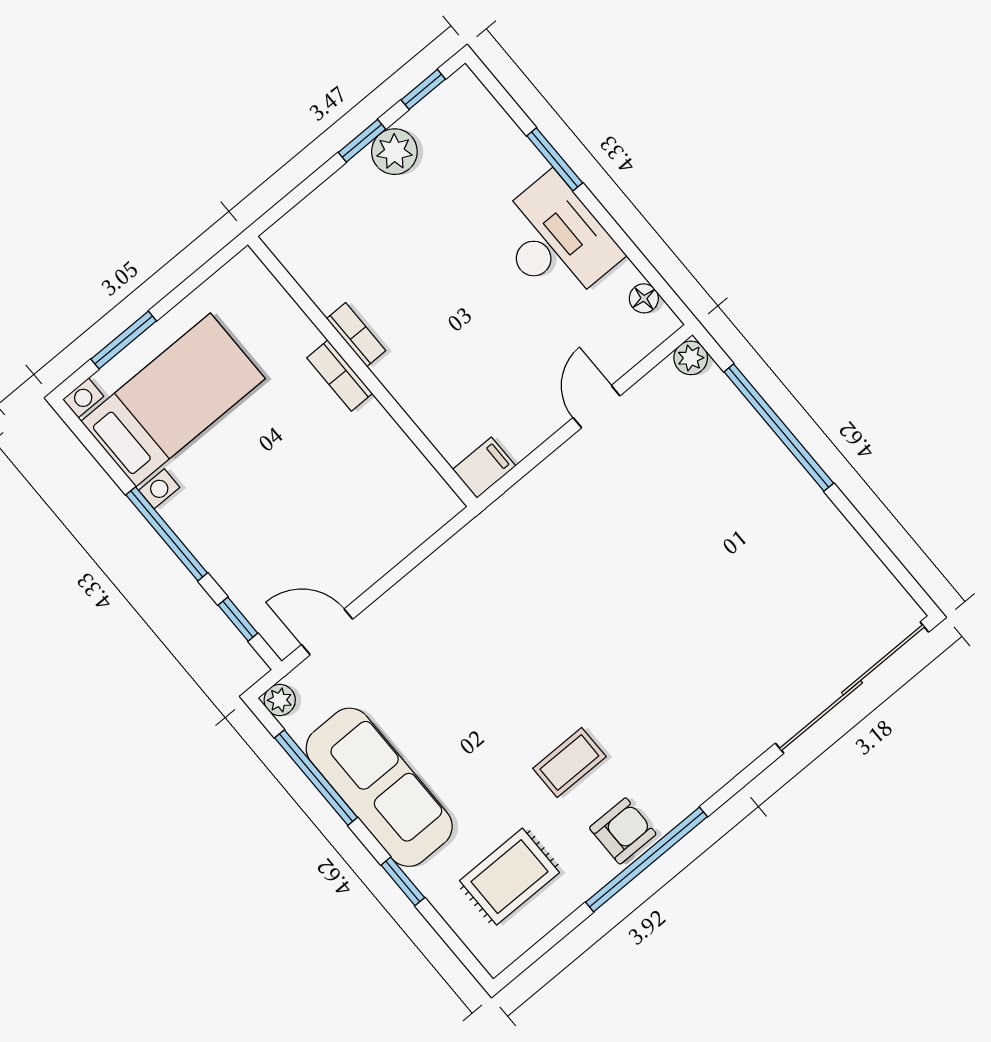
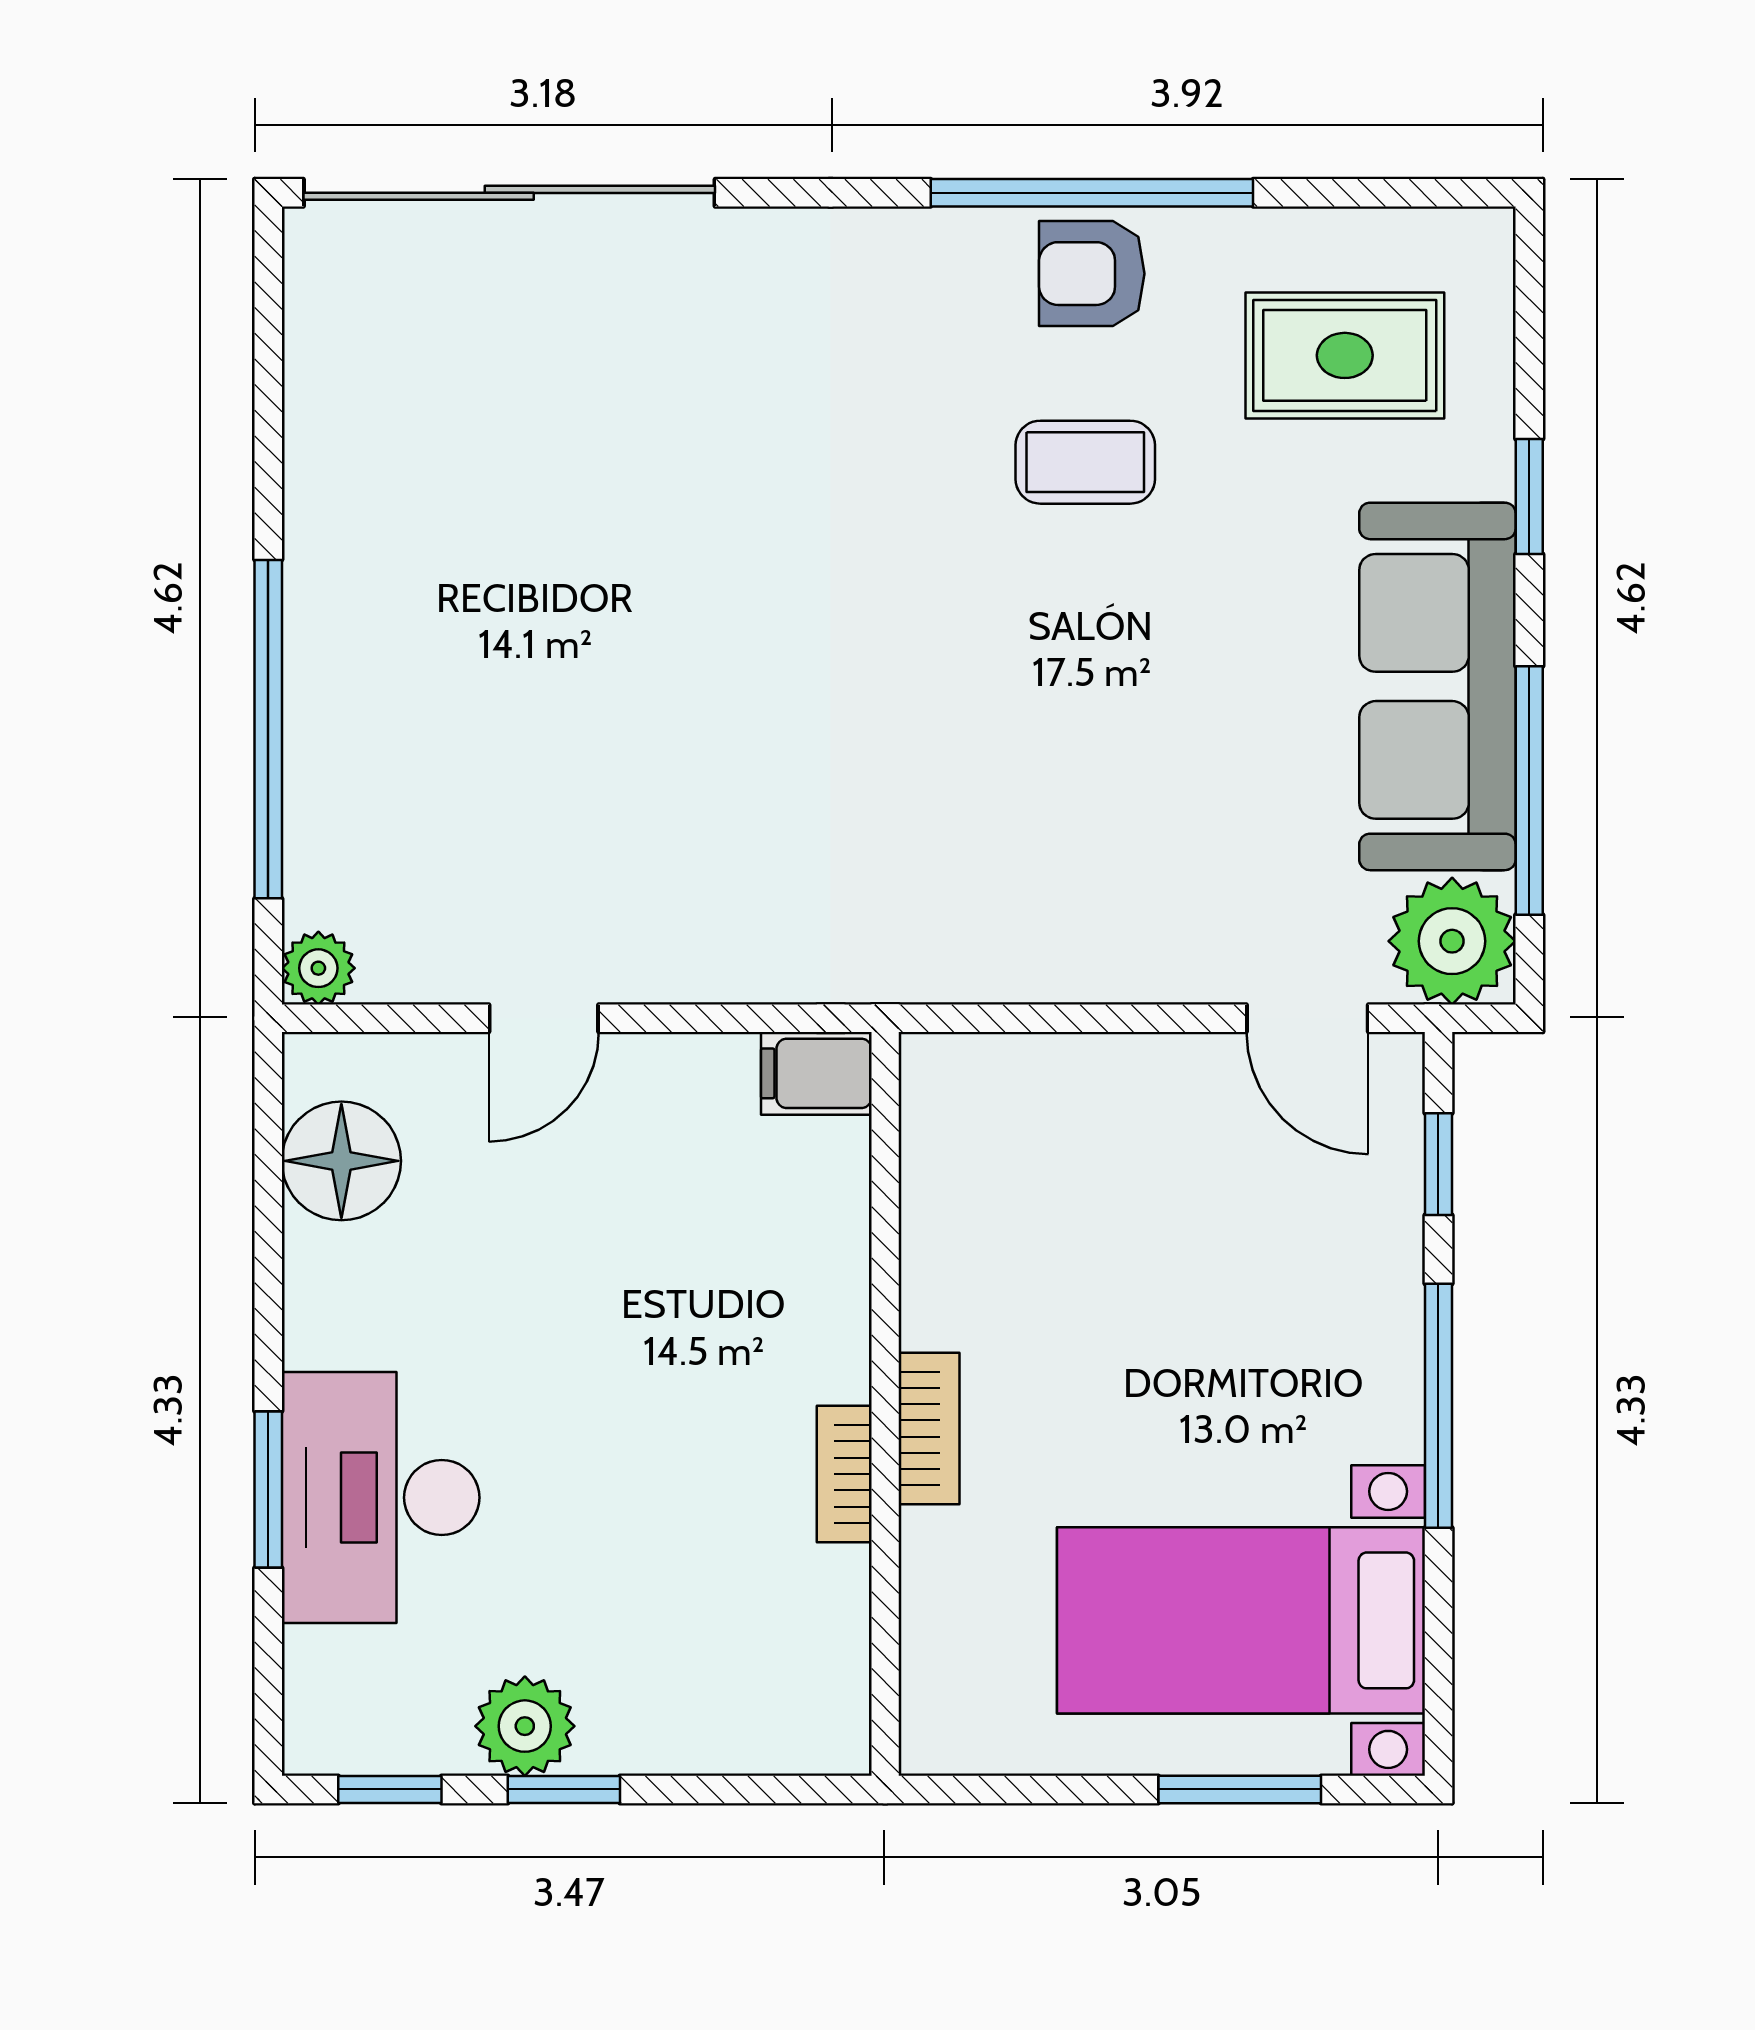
desk: (555, 240) -> (381, 1498), moved
floor lamp: (644, 298) -> (341, 1161), width x1.89, depth x1.89
plant: (280, 700) -> (1452, 941), width x1.87, depth x1.87

